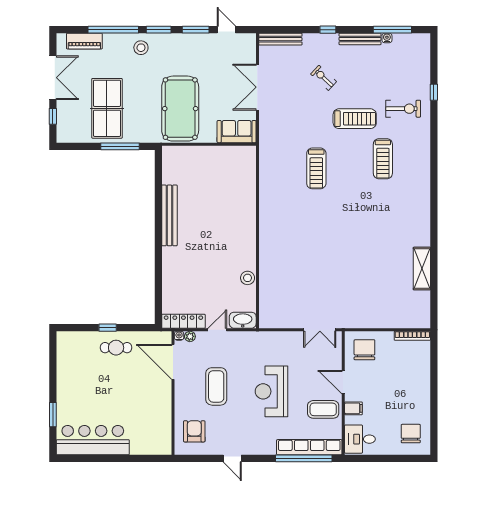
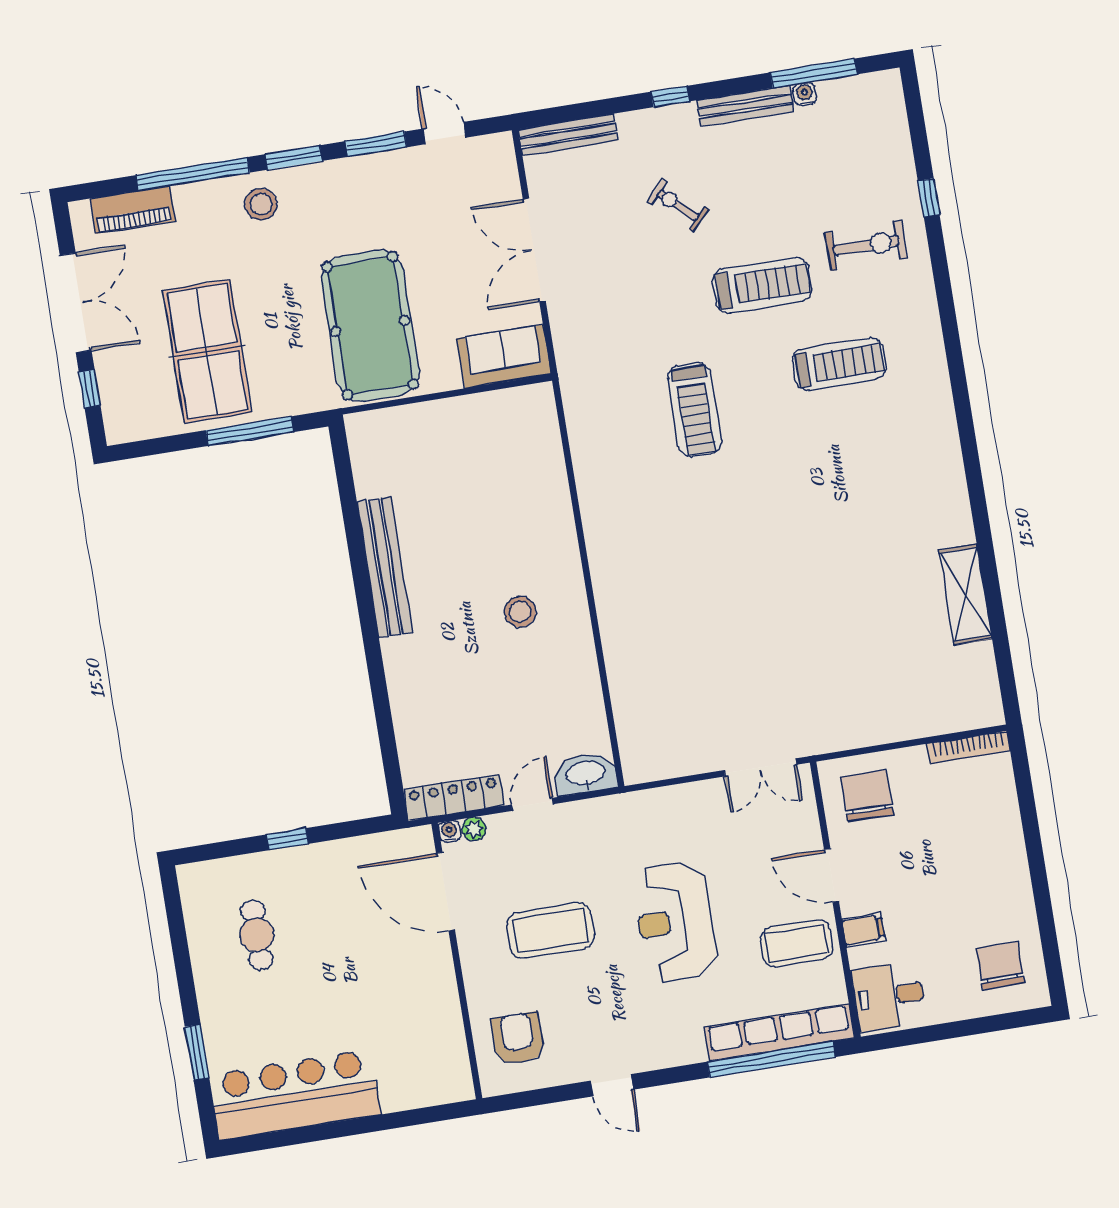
treadmill: (383, 159) -> (839, 364), turned -90
stool: (248, 278) -> (520, 612), moved
cafe table: (116, 348) -> (257, 935), moved, turned 90
coffee table: (216, 386) -> (550, 931), turned 90

